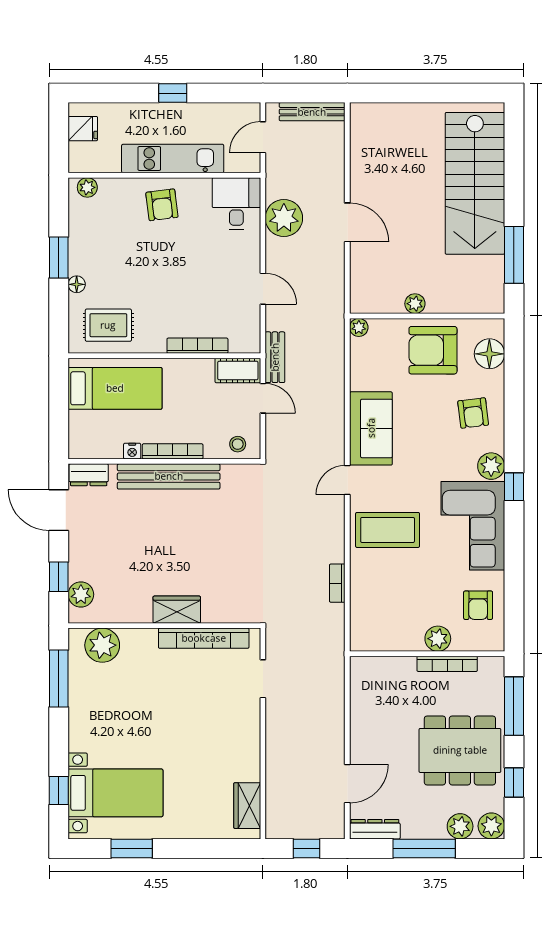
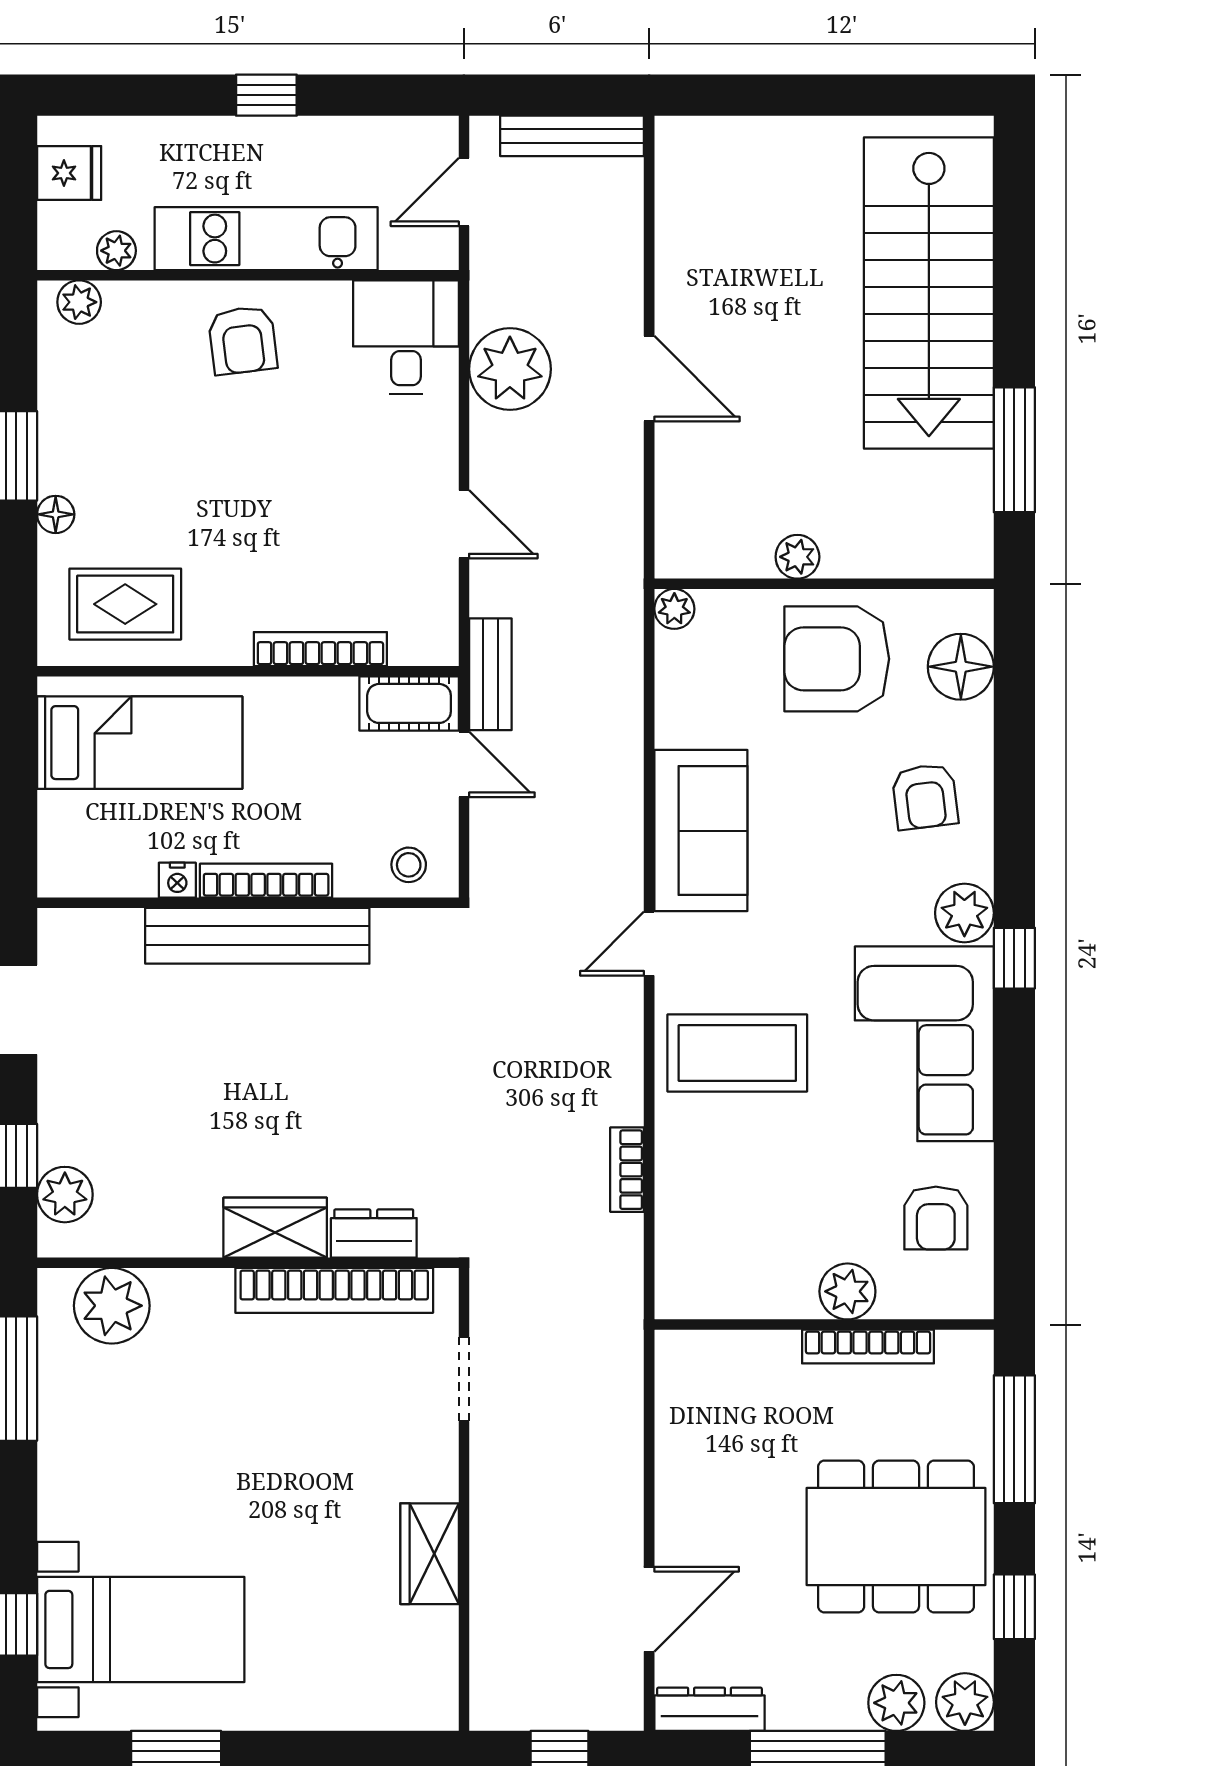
plant: (104, 164) -> (116, 251), added
dresser: (89, 475) -> (374, 1234), moved, turned 180
wardrobe: (247, 806) -> (430, 1554), moved

